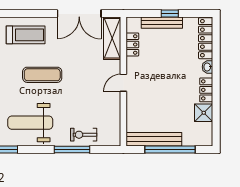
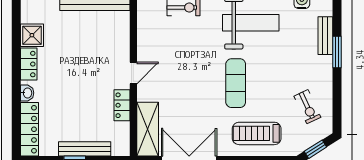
locker: (132, 44) -> (122, 105), moved
exercise mat: (42, 75) -> (236, 83), turned 90

